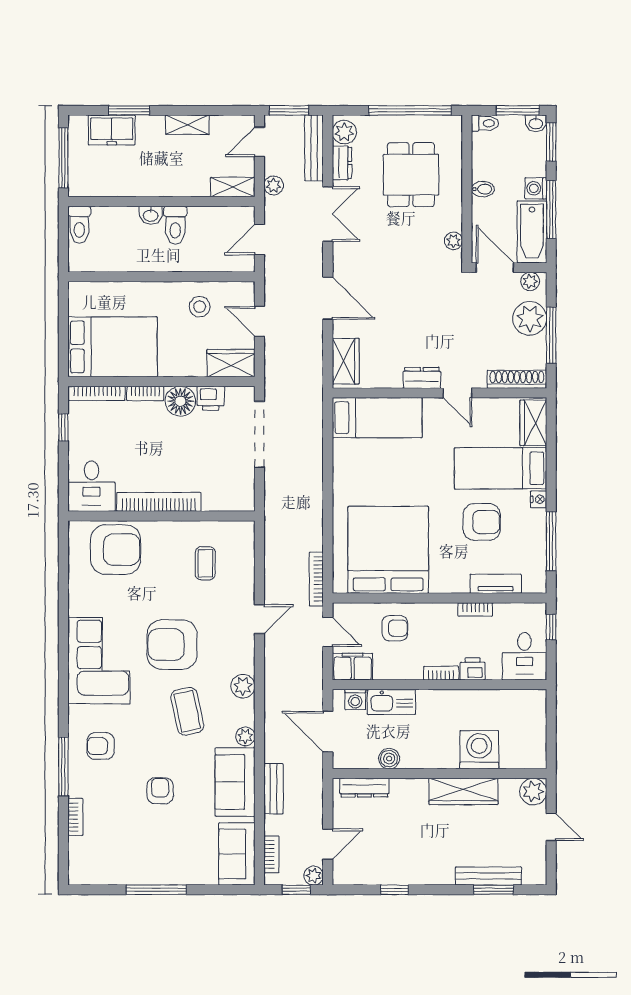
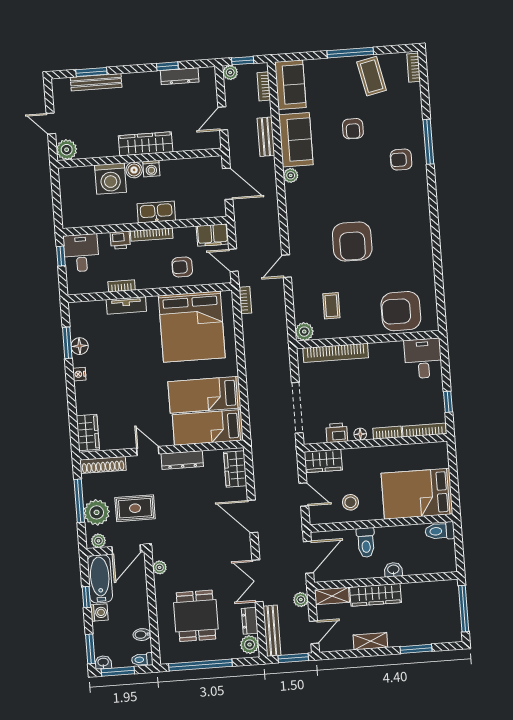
freezer: (112, 130) -> (428, 633), removed
wardrobe: (176, 184) -> (376, 595), added
bidet: (483, 189) -> (142, 635), moved
window: (551, 209) -> (86, 597), width x0.46
toilet: (79, 225) -> (440, 531), moved, turned -90
toilet: (175, 225) -> (366, 543), moved, turned 180
door: (259, 240) -> (308, 557), width x1.38
door: (495, 268) -> (126, 549), hinge flipped
rug: (479, 320) -> (135, 508), added
bed: (113, 347) -> (417, 494), moved
dresser: (422, 378) -> (182, 460), width x1.44
floor lamp: (180, 401) -> (360, 434), width x0.53, depth x0.53
bed: (501, 468) -> (204, 395), moved, turned 180
bookcase: (159, 502) -> (336, 353), moved
armchair: (482, 522) -> (122, 353), removed
floor lamp: (536, 536) -> (80, 346), added
window: (551, 541) -> (67, 343), width x0.69
bookcase: (316, 579) -> (245, 300), width x0.64
tv unit: (496, 584) -> (126, 305), moved
window: (551, 627) -> (61, 256), moved
armchair: (172, 645) -> (352, 241), turned 90
corner sofa: (99, 661) -> (407, 225), removed
bookcase: (441, 673) -> (152, 235), width x1.56
plant: (243, 686) -> (304, 332), moved
washing machine: (355, 699) -> (151, 169), moved, turned 180
kitchen sink: (391, 702) -> (156, 212), moved
coffee table: (187, 711) -> (372, 76), moved
armchair: (101, 746) -> (401, 160), turned 180
boiler: (389, 759) -> (134, 170), moved
dresser: (364, 788) -> (180, 76), moved, turned 180
wardrobe: (463, 791) -> (146, 144), moved
bookcase: (75, 817) -> (414, 68), moved
door: (328, 844) -> (223, 119), moved

